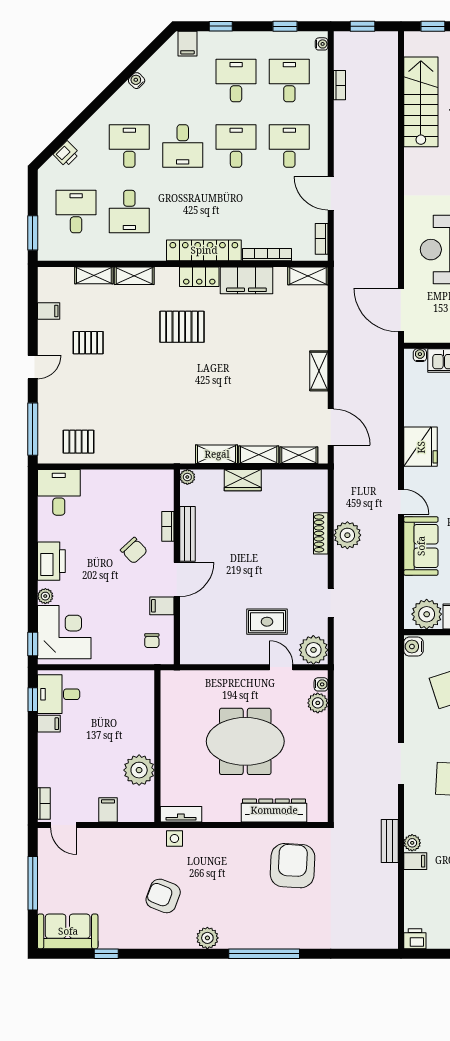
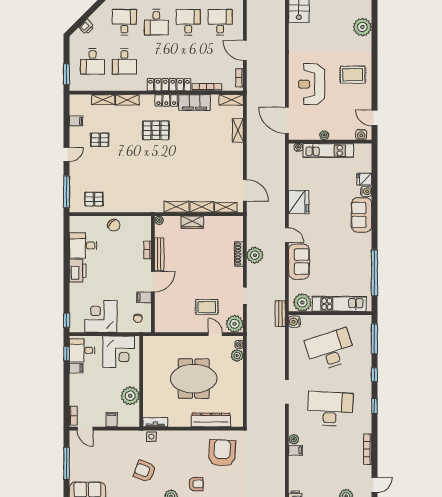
desk: (76, 212) -> (92, 61), turned 180
shelving: (319, 371) -> (238, 130), moved
desk: (59, 492) -> (83, 246), moved, turned -90
chair: (134, 551) -> (114, 225), moved
plant: (45, 596) -> (74, 292), removed
corner desk: (64, 632) -> (101, 316), moved, turned -90
corner desk: (120, 697) -> (119, 352), added
bench: (390, 841) -> (280, 314), moved
armchair: (249, 918) -> (196, 484), added

